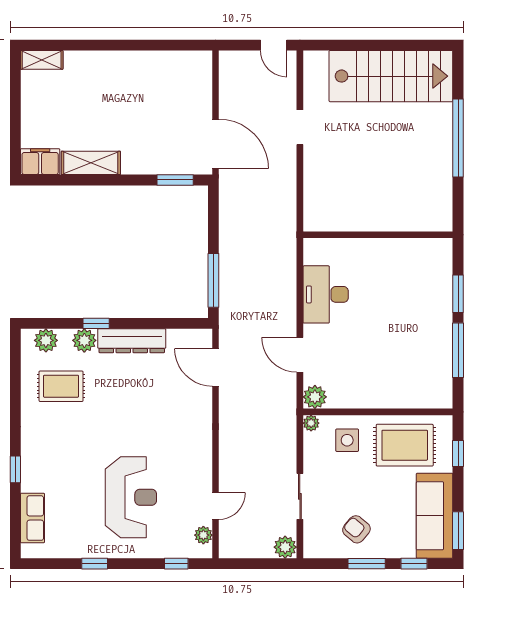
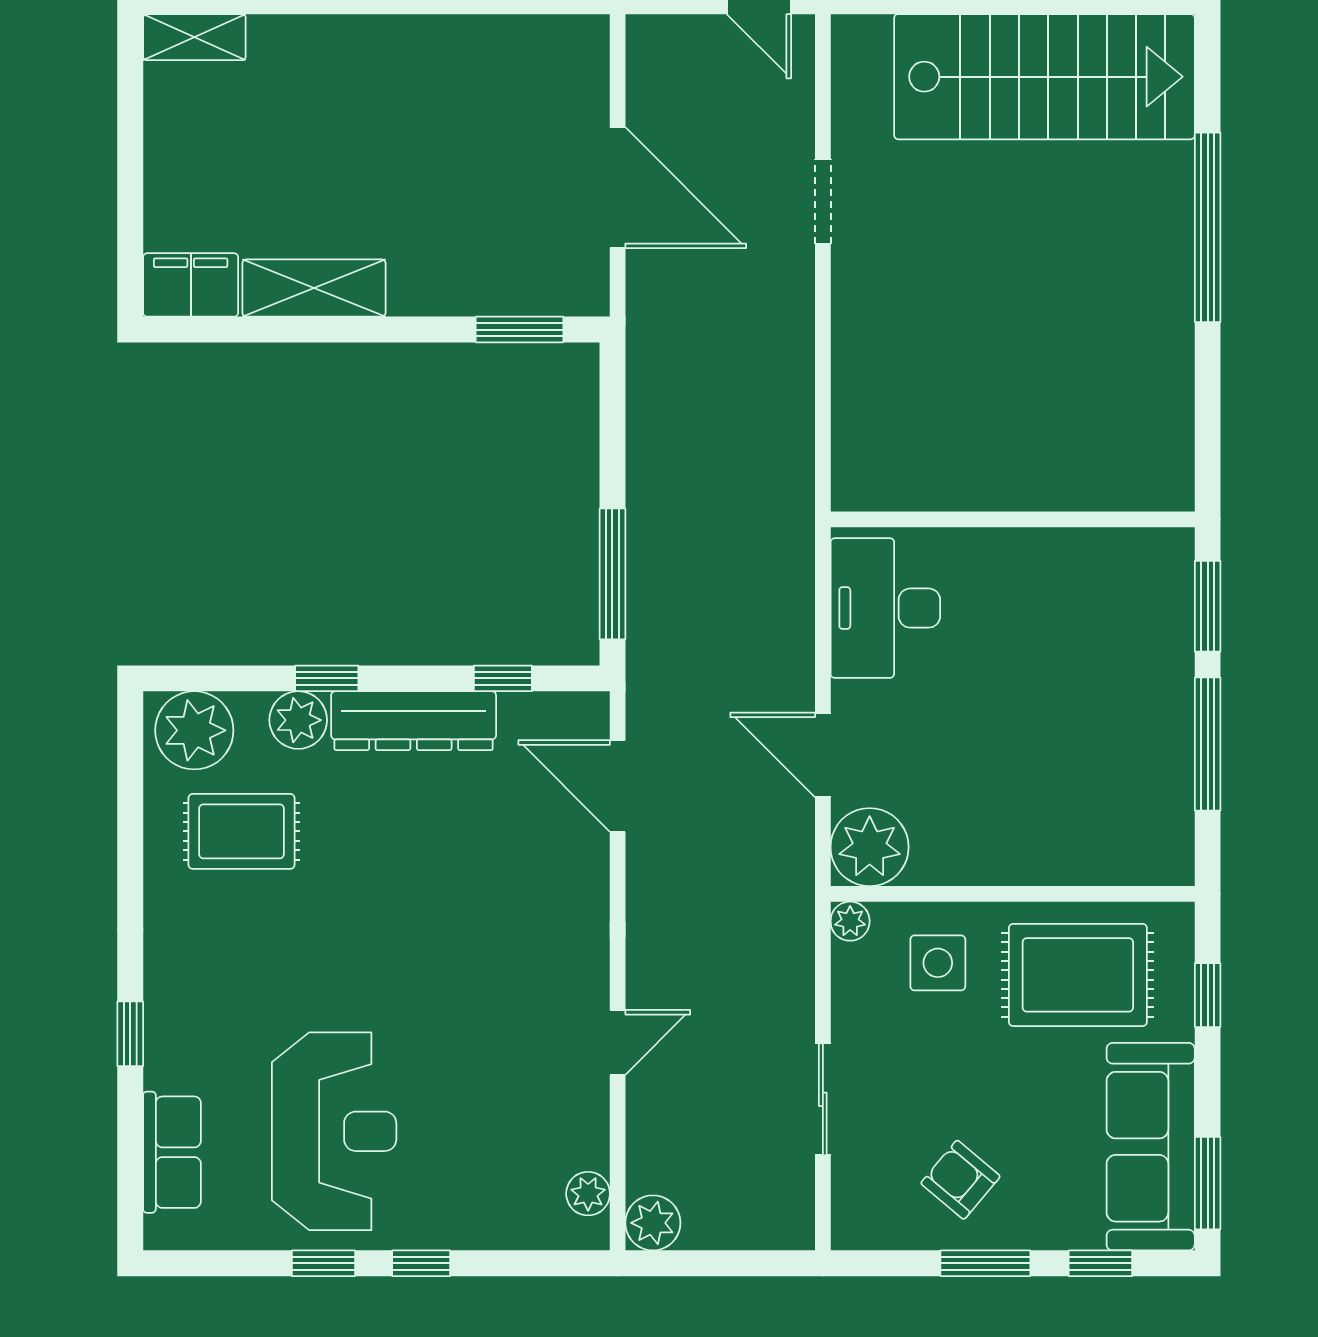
door: (216, 144) -> (618, 188), moved
wall: (378, 235) -> (1013, 519), moved
window: (168, 323) -> (503, 678), added
plant: (46, 340) -> (194, 730), width x1.36, depth x1.36
plant: (315, 397) -> (870, 847), width x1.36, depth x1.36
reception desk: (131, 497) -> (334, 1131), moved
door: (216, 506) -> (618, 1042), moved
plant: (285, 547) -> (653, 1223), moved
window: (176, 564) -> (421, 1263), moved

